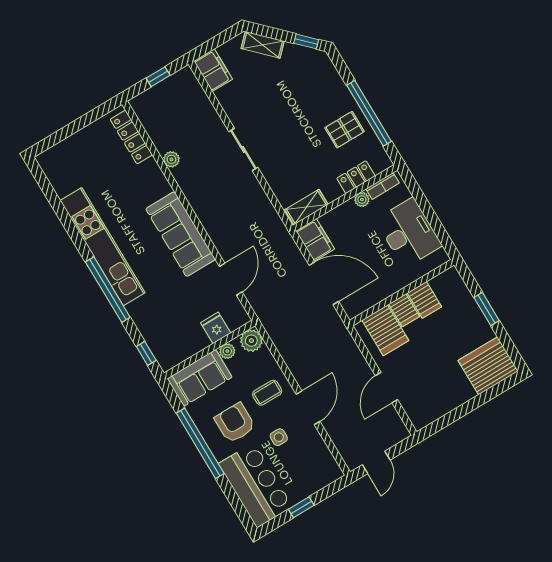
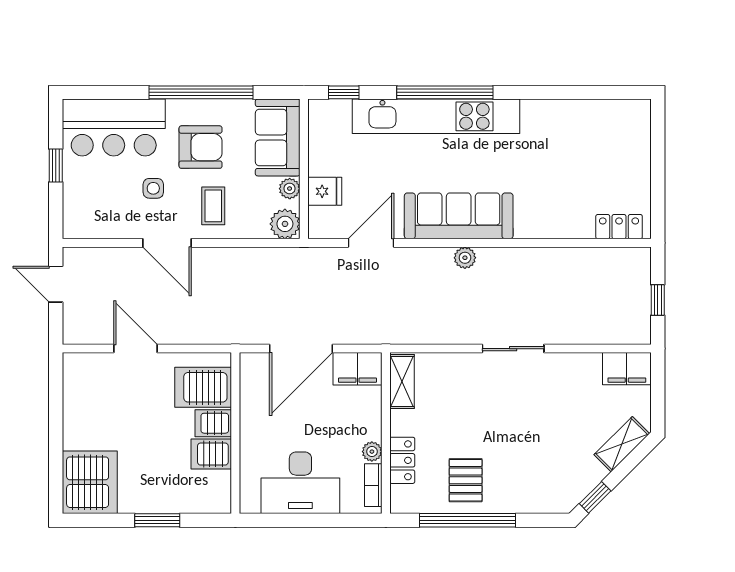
locker: (131, 137) -> (619, 227), width x0.66
plant: (171, 159) -> (465, 258), moved
kitchen unit: (102, 247) -> (436, 116), moved
door: (231, 279) -> (371, 243), swing flipped

